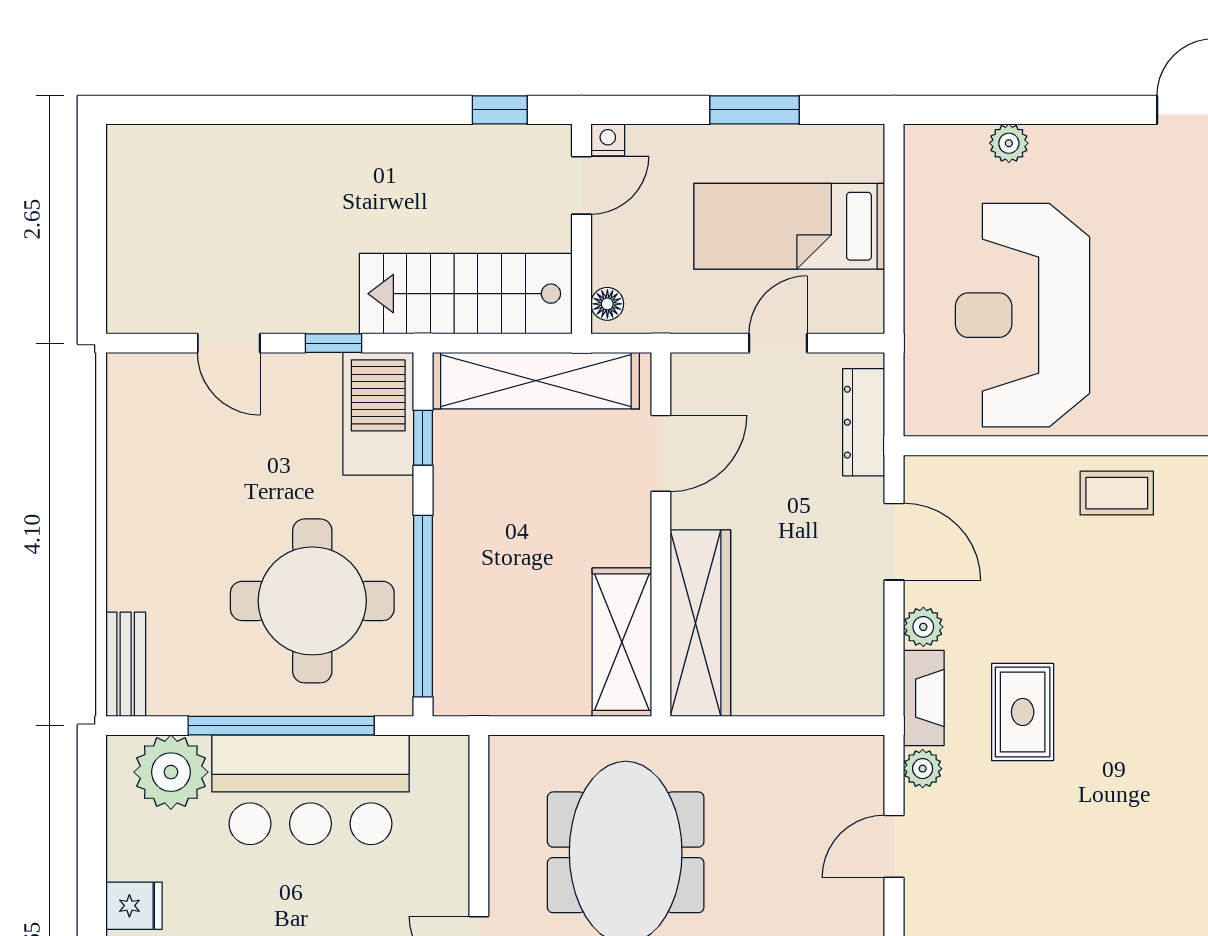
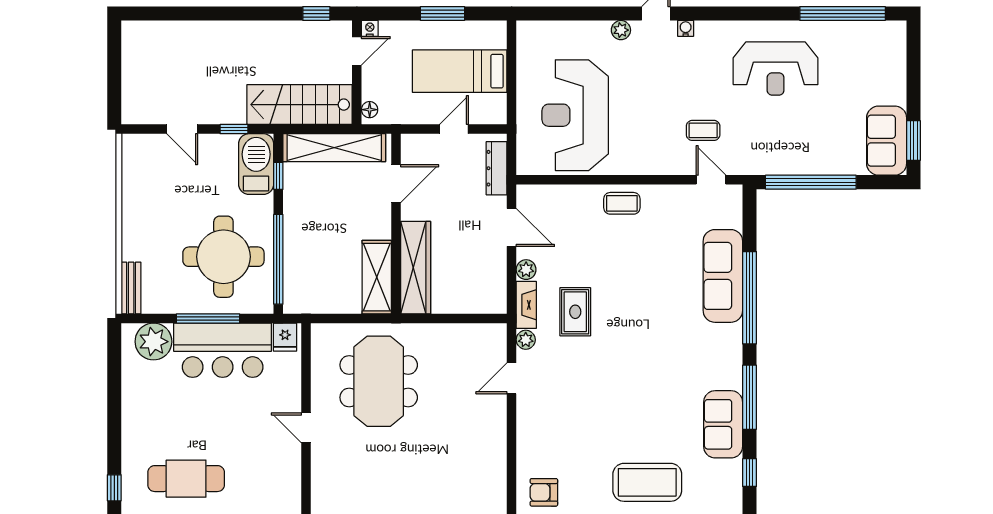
plant: (1009, 143) -> (621, 30), moved
window: (281, 726) -> (208, 318), width x0.68
fridge: (134, 906) -> (285, 337), moved, turned 90

